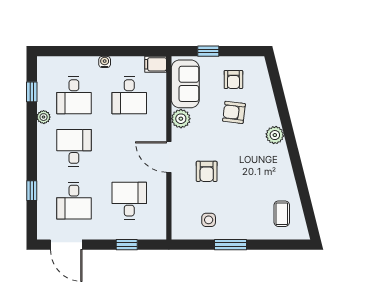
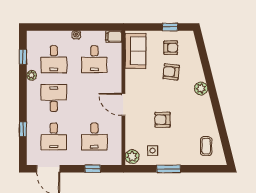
window: (208, 51) -> (170, 27), moved
armchair: (233, 79) -> (171, 48), turned -90
plant: (181, 119) -> (132, 157), moved
armchair: (207, 171) -> (162, 120), moved, turned 90
desk: (129, 201) -> (94, 137), turned 180

